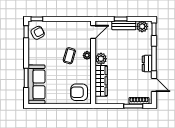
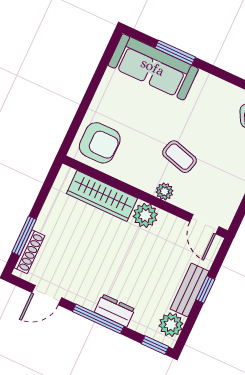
dresser: (147, 64) -> (115, 311), moved
armchair: (79, 92) -> (100, 143), turned 90

